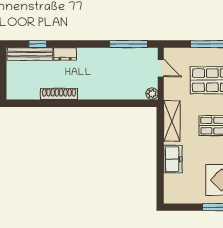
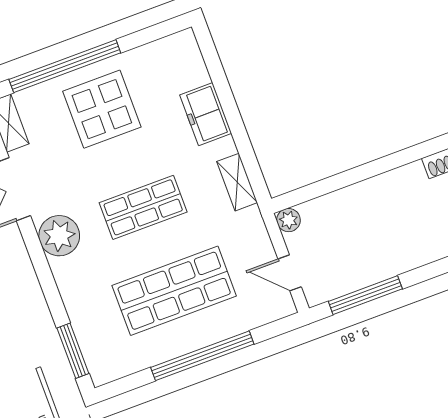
shelving: (172, 121) -> (237, 182), width x0.67, depth x0.75

